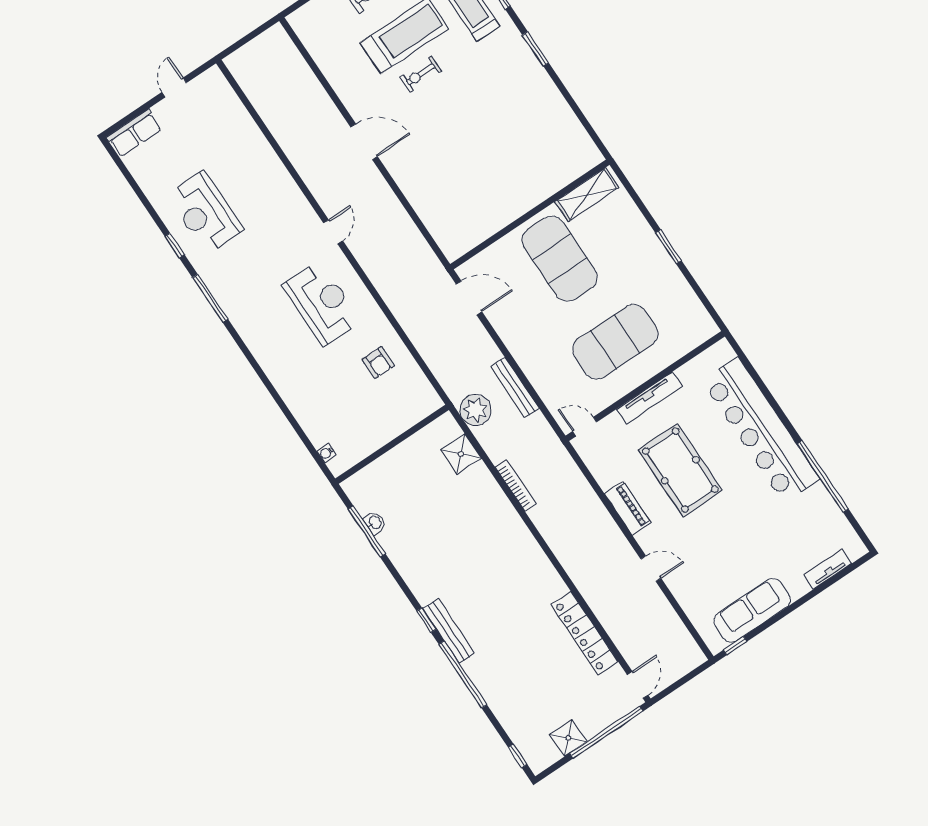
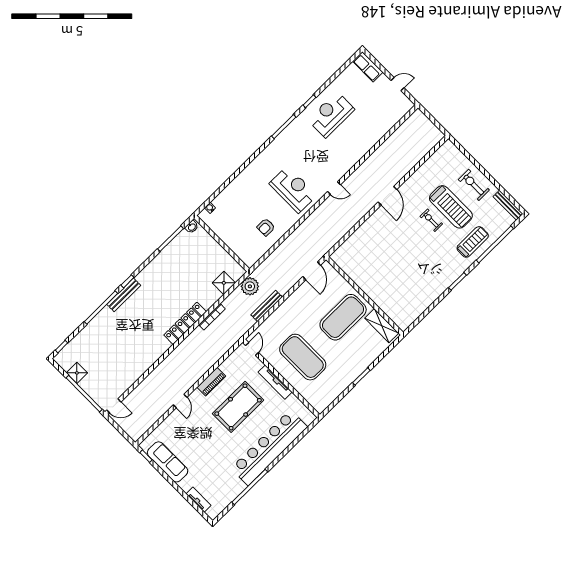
reception desk: (322, 303) -> (293, 189), turned -90
washbasin: (375, 523) -> (192, 227), moved
locker: (585, 633) -> (185, 323), moved

